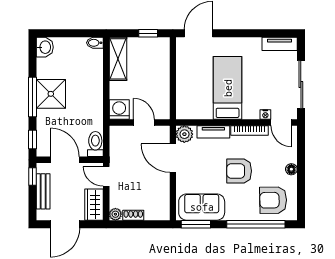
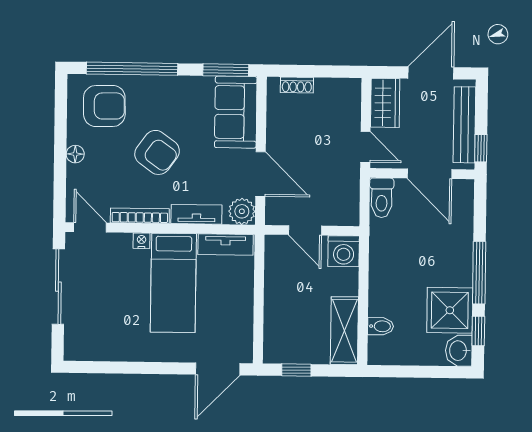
bidet: (95, 43) -> (381, 326), moved
tv unit: (280, 44) -> (226, 245), moved, turned 180
shower: (51, 94) -> (450, 310), moved
nightstand: (265, 114) -> (141, 241), moved
window: (32, 139) -> (478, 331), moved
armchair: (239, 171) -> (157, 152), turned 36
bench: (43, 191) -> (464, 125), width x1.36
sofa: (202, 207) -> (236, 112), moved, turned 90
plant: (115, 214) -> (352, 87), removed
shoe rack: (133, 215) -> (297, 85), moved

